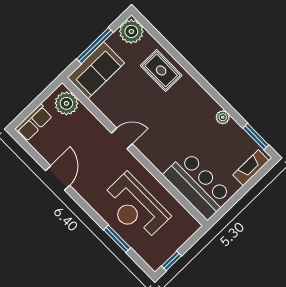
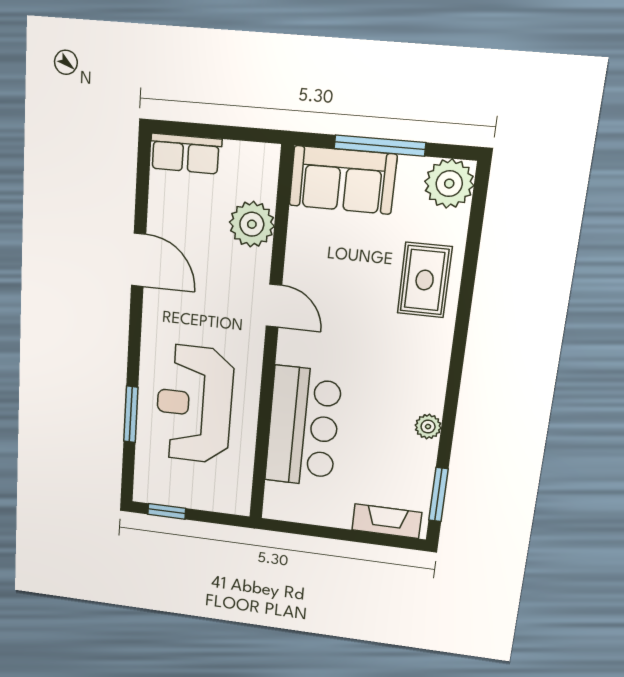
plant: (66, 103) -> (252, 224), moved
door: (58, 178) -> (139, 260), hinge flipped
bar counter: (198, 185) -> (303, 427), moved

